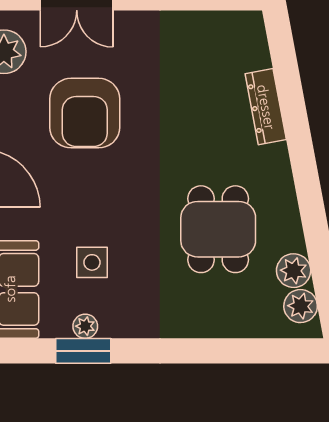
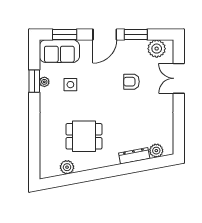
armchair: (85, 113) -> (132, 82), width x0.53, depth x0.53
plant: (301, 306) -> (156, 151), moved

